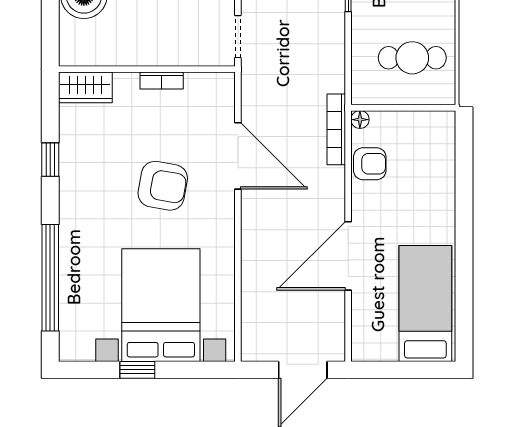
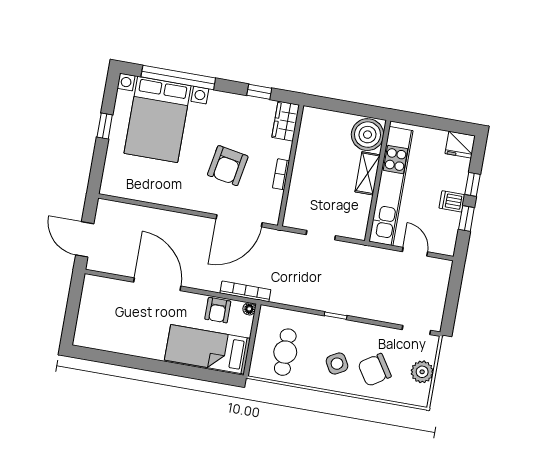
wall: (147, 69) -> (291, 165), moved
bookcase: (162, 80) -> (281, 174), moved
wardrobe: (85, 87) -> (286, 121), moved
bed: (425, 303) -> (207, 349), moved, turned 180
bed with nightstands: (161, 305) -> (158, 120), moved, turned 90

